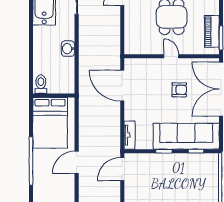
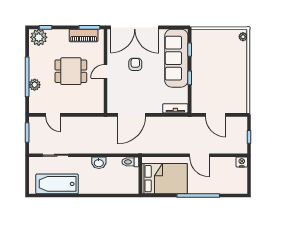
toilet: (41, 84) -> (130, 162), moved
door: (122, 169) -> (216, 115), moved

